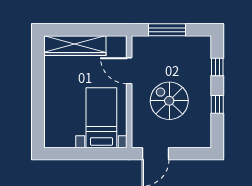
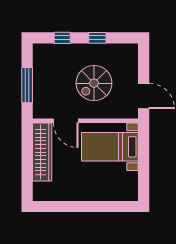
wardrobe: (75, 46) -> (42, 152), moved
door: (129, 71) -> (66, 121), hinge flipped

